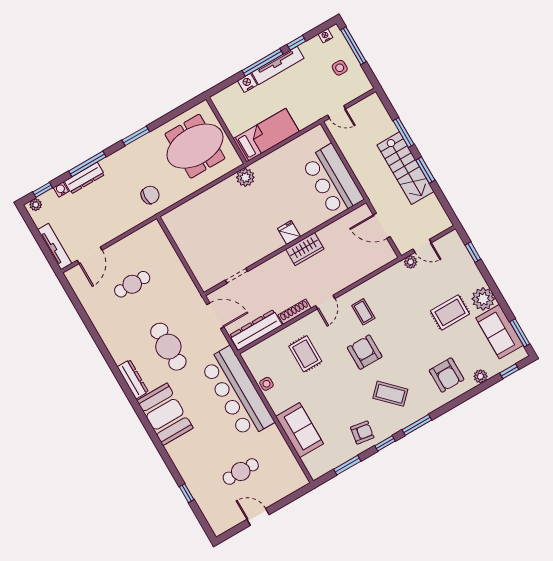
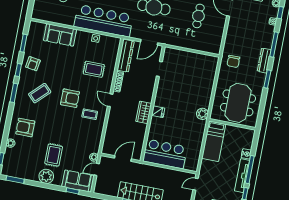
dresser: (84, 178) -> (264, 60), moved
sofa: (499, 332) -> (78, 181), moved

